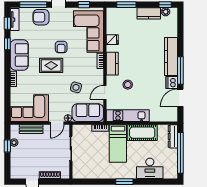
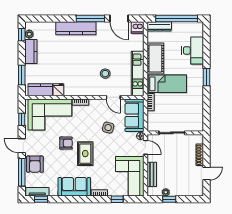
window: (7, 44) -> (117, 199), moved
kitchen counter: (112, 64) -> (40, 90), moved
dishwasher: (172, 83) -> (138, 28), moved

